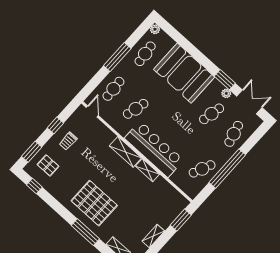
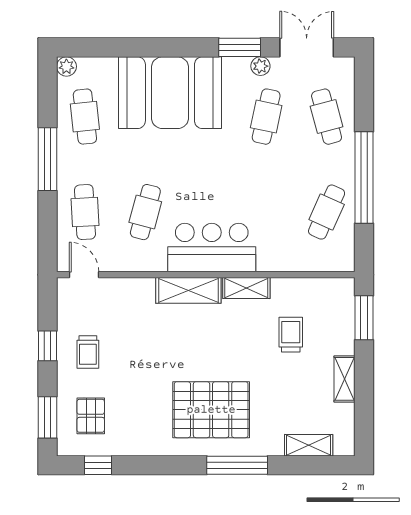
bar counter: (154, 149) -> (212, 248), width x0.73
pallet: (48, 165) -> (91, 416), turned 90
trolley: (148, 202) -> (291, 335), added

